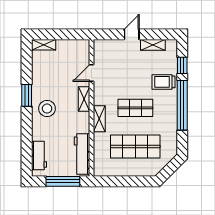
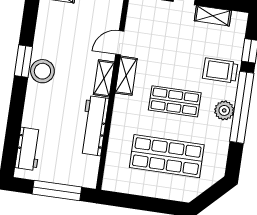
stool: (47, 109) -> (42, 71), moved
plant: (170, 109) -> (224, 110), added
shelving: (99, 119) -> (126, 76), moved
workbench: (82, 154) -> (94, 126), moved

